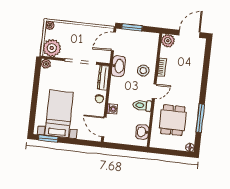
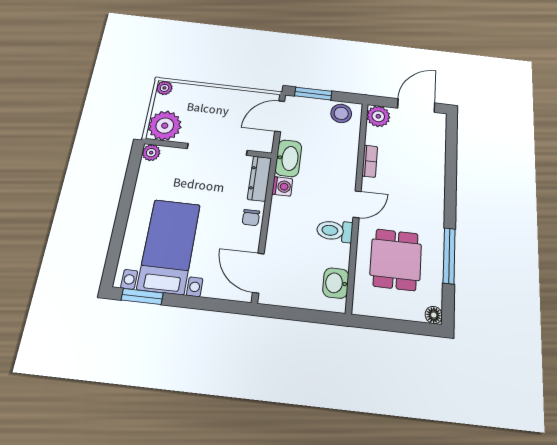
stool: (143, 71) -> (341, 113), moved
washing machine: (112, 109) -> (282, 186), moved

